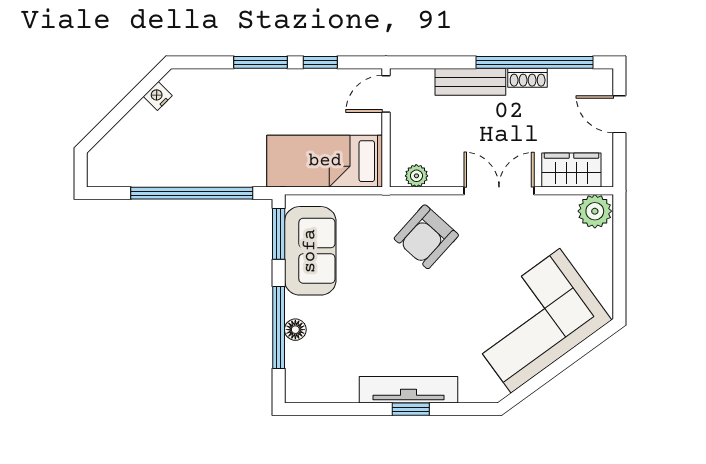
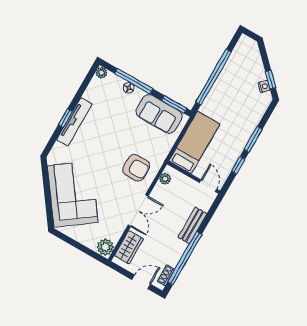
shoe rack: (528, 78) -> (166, 275), moved
window: (139, 92) -> (271, 80), added
armchair: (426, 237) -> (136, 168), turned 138
plant: (296, 392) -> (102, 73), added

